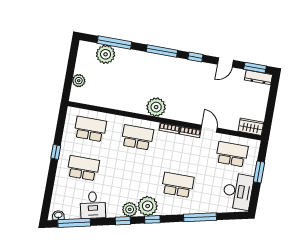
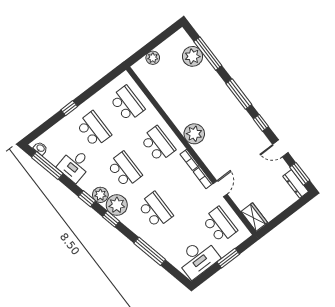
window: (56, 152) -> (69, 108), moved
school desk: (130, 177) -> (124, 170), added

